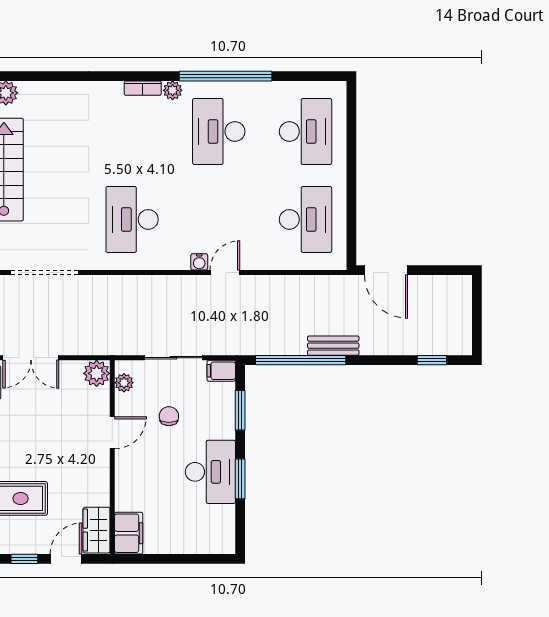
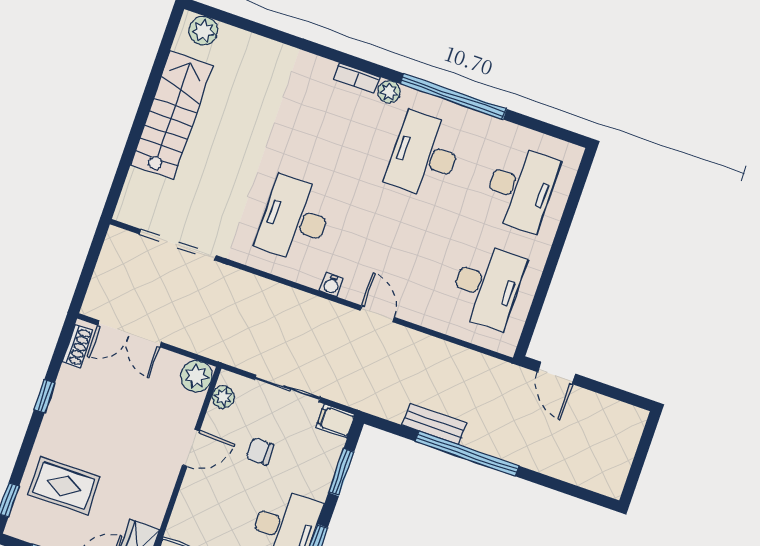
water cooler: (199, 262) -> (331, 285), moved
door: (386, 270) -> (557, 373), width x0.73
door: (225, 273) -> (377, 314), hinge flipped
bench: (333, 346) -> (434, 424), moved
window: (301, 360) -> (467, 454), moved
window: (432, 360) -> (573, 490), removed
chair: (169, 416) -> (260, 451), turned -90

